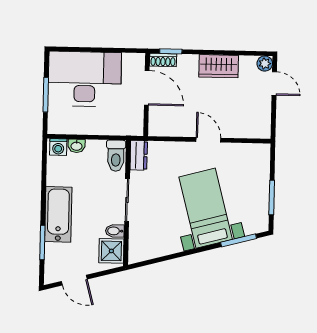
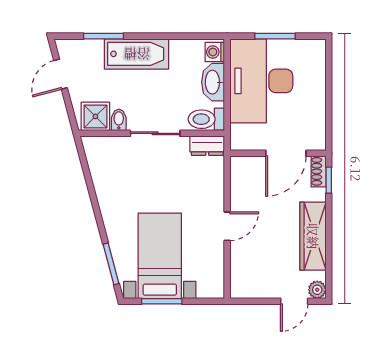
wardrobe: (219, 66) -> (313, 236), width x1.50
desk: (85, 79) -> (261, 81), moved, turned 180
washbasin: (77, 146) -> (213, 82), width x1.91, depth x1.45
bed with nightstands: (206, 208) -> (160, 256), moved, turned -75

